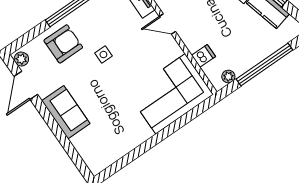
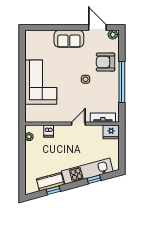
armchair: (63, 44) -> (106, 62), turned 90
window: (264, 65) -> (22, 160), removed
corner sofa: (171, 94) -> (41, 82), moved

